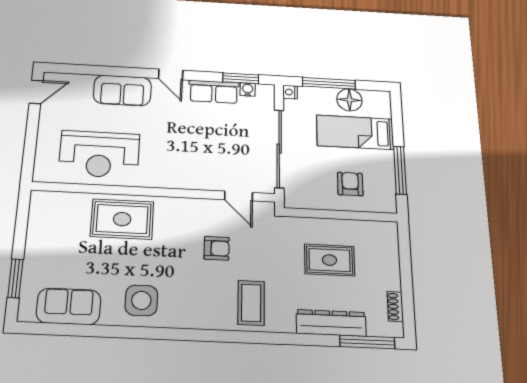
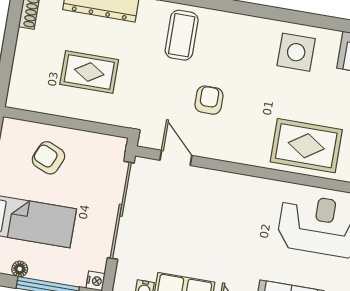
floor lamp: (349, 100) -> (20, 269), width x0.53, depth x0.53
armchair: (350, 184) -> (48, 158), turned 113
armchair: (217, 248) -> (209, 100), turned 90

